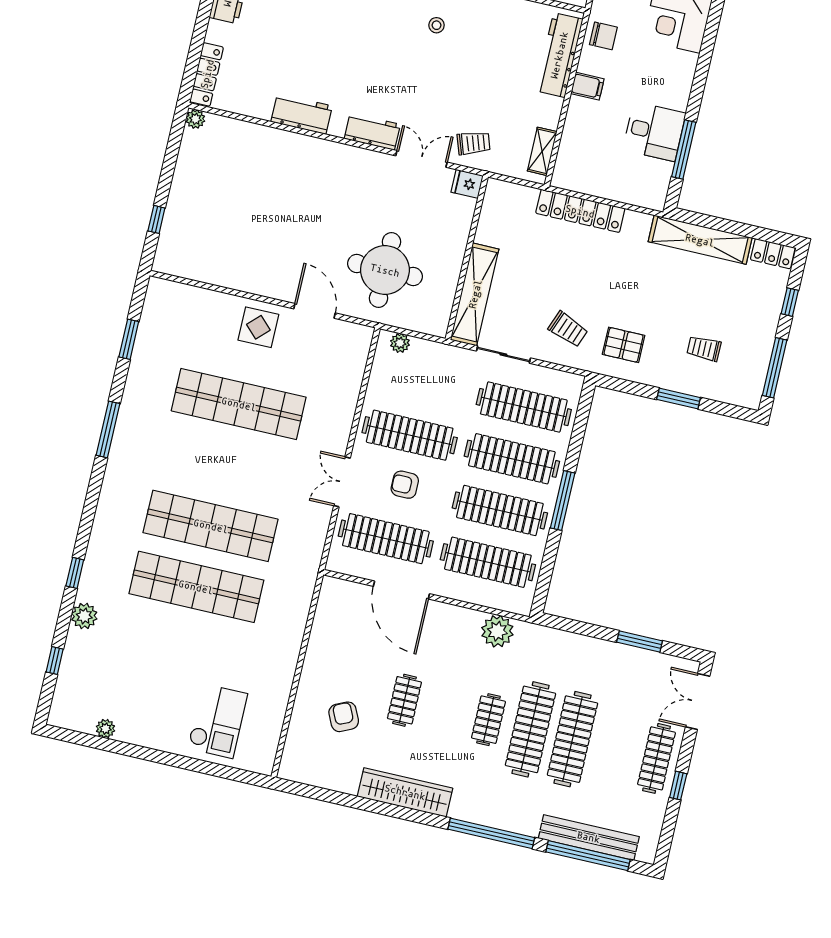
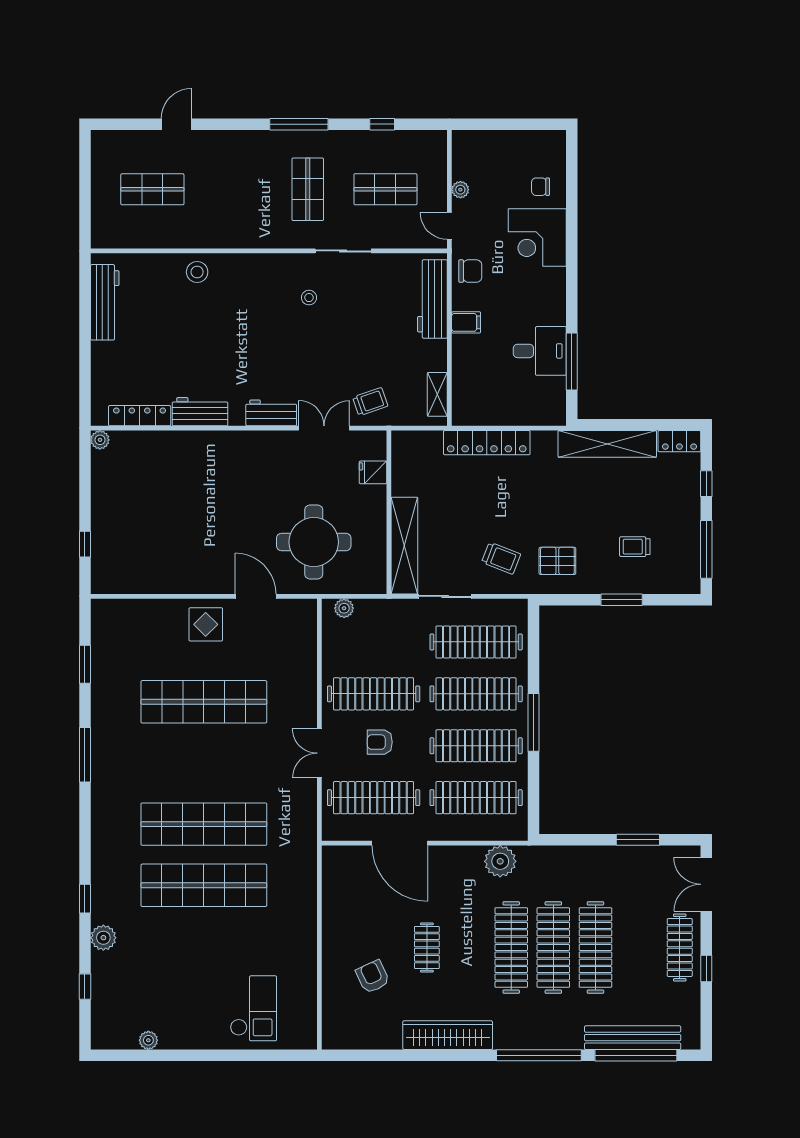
locker: (207, 74) -> (140, 416), moved, turned -90
fridge: (467, 184) -> (373, 472), moved
clothes rail: (488, 720) -> (511, 948), width x1.86, depth x1.31

